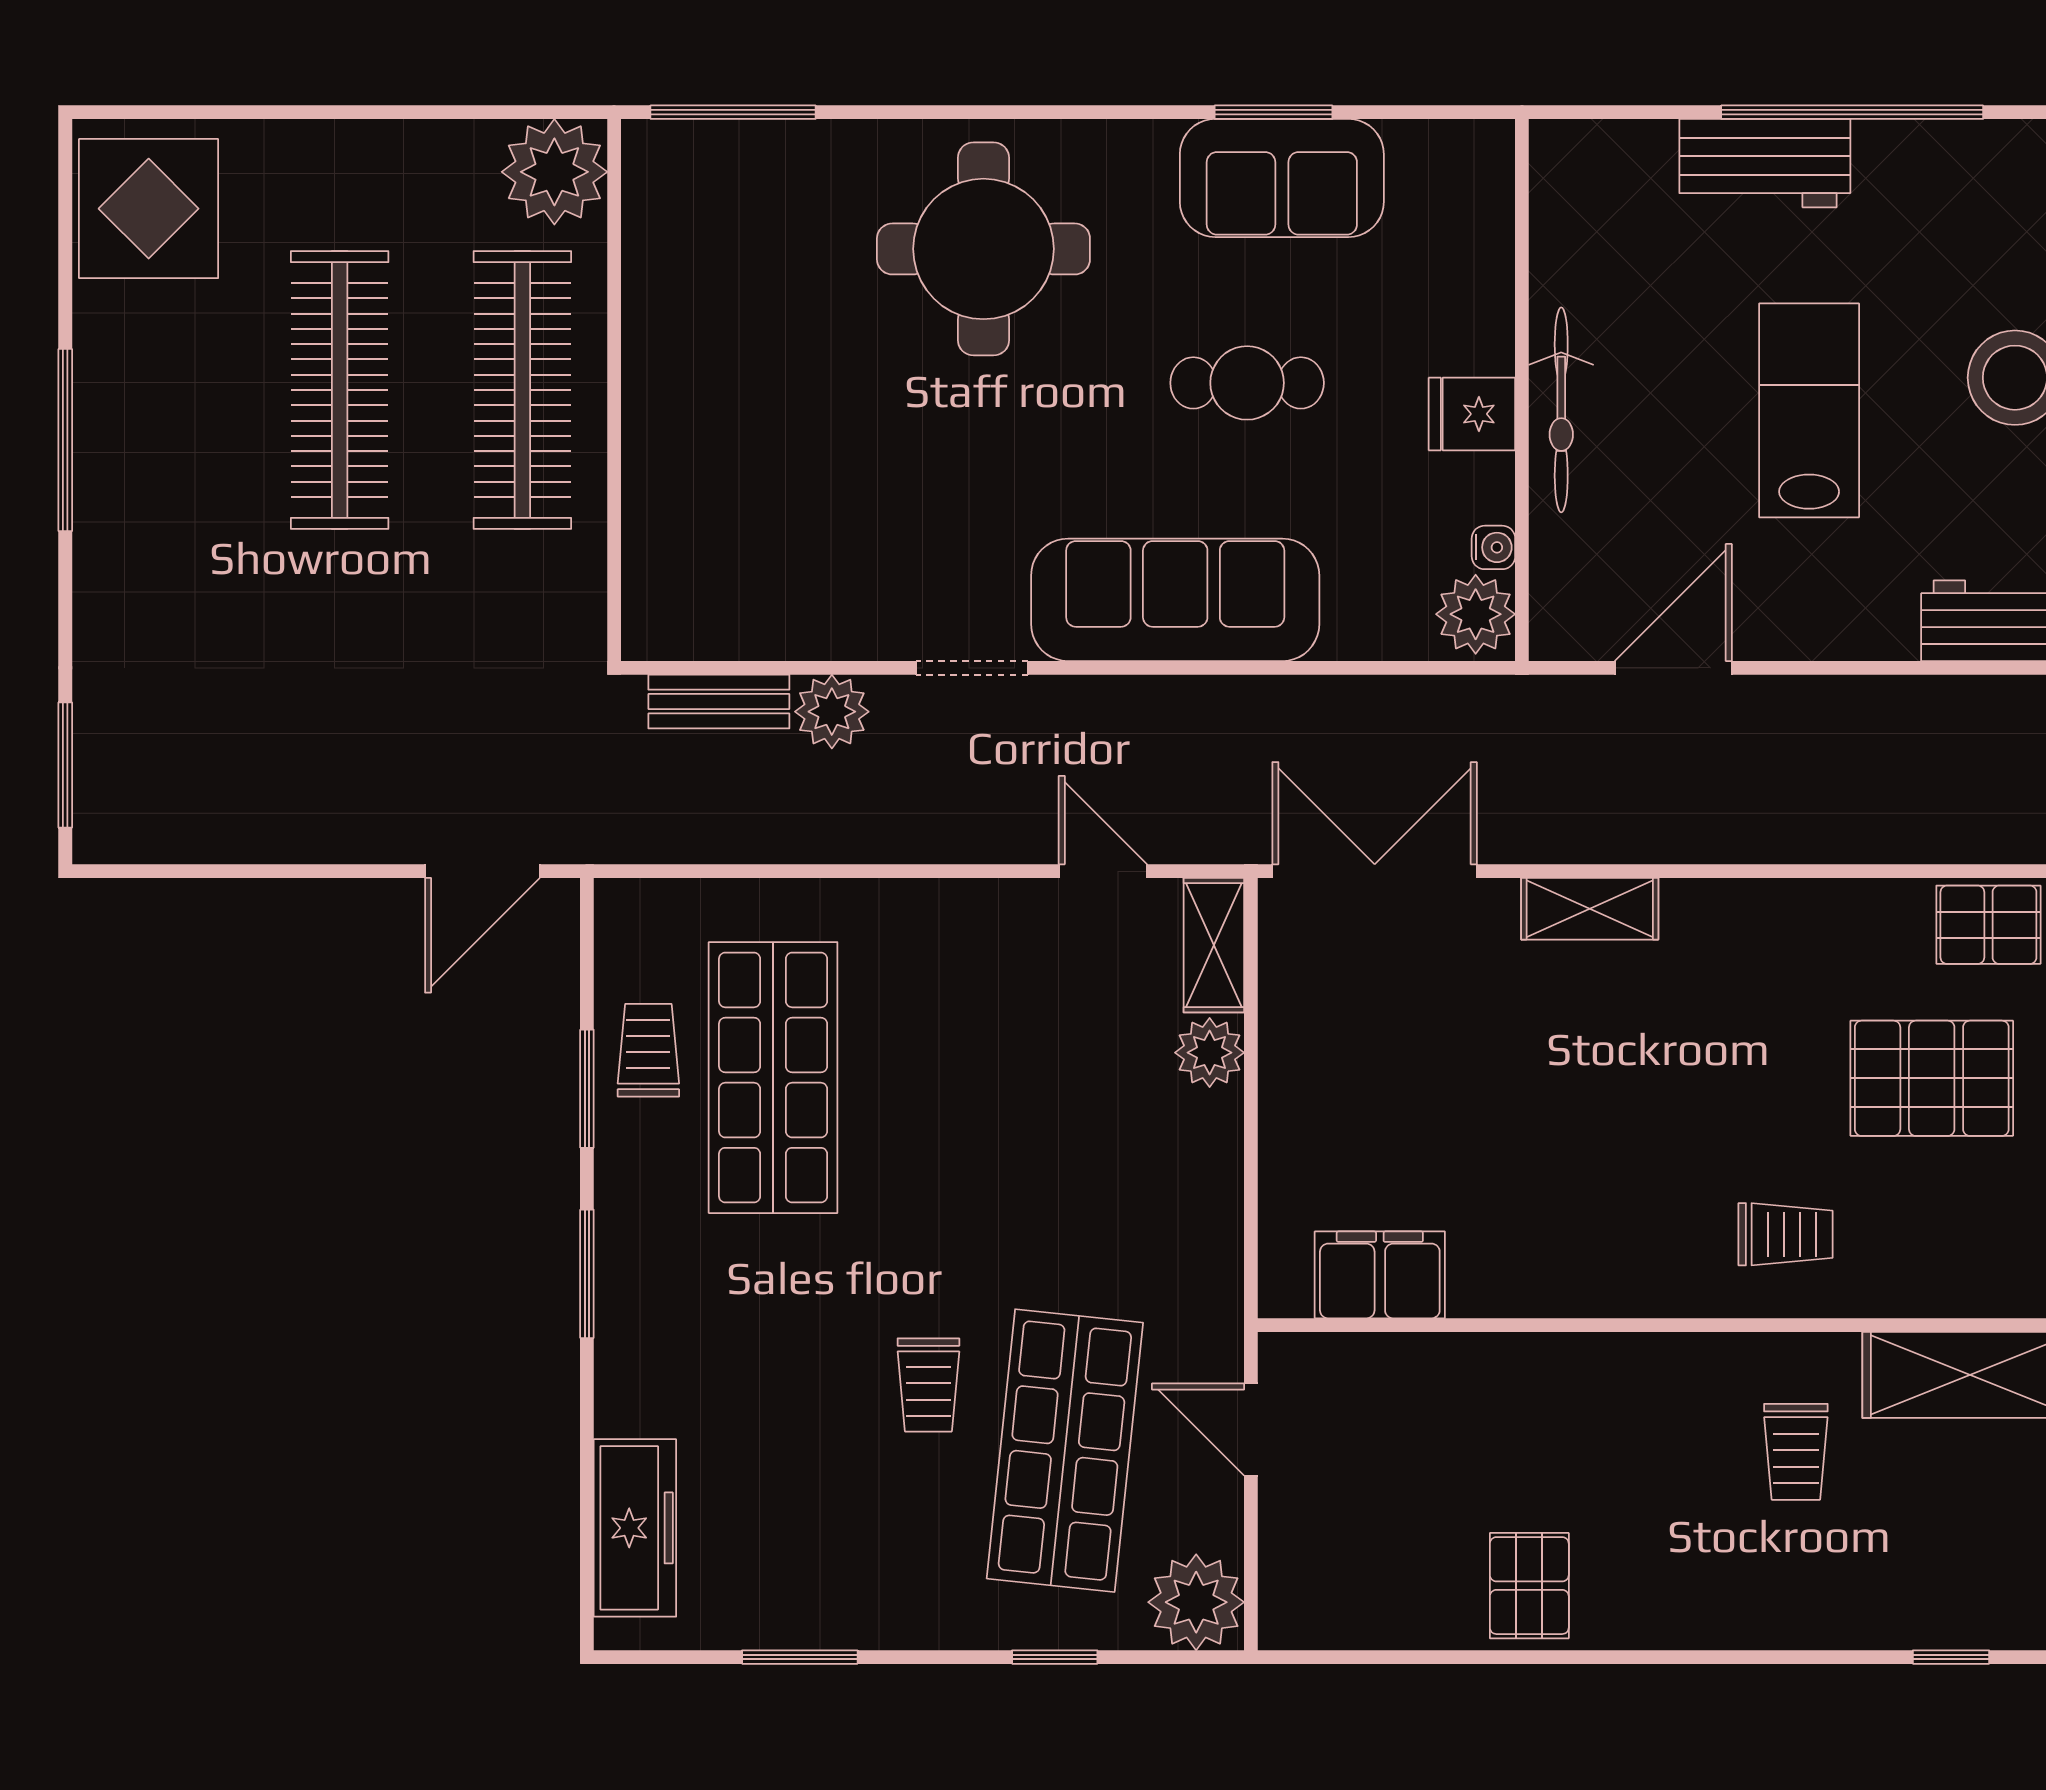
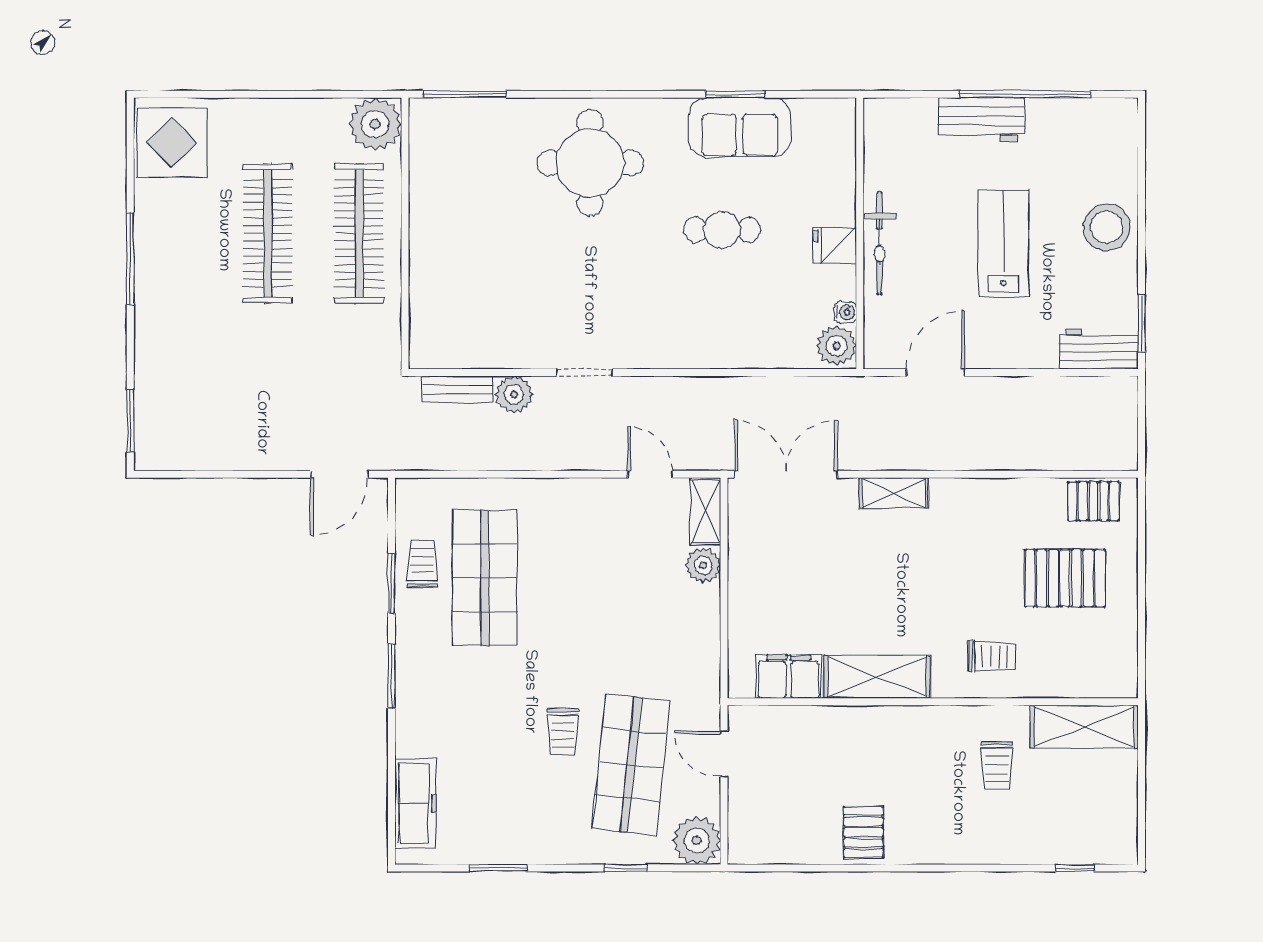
sofa: (1175, 600) -> (686, 338), removed
shelving: (1556, 1276) -> (877, 677), added

